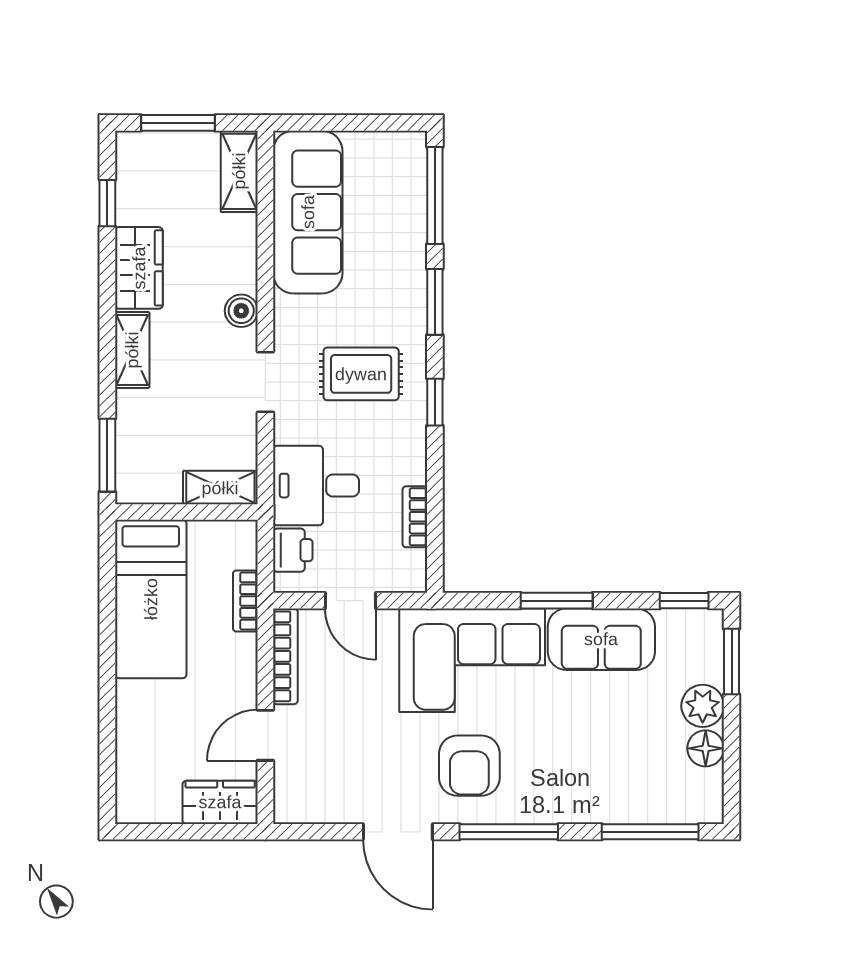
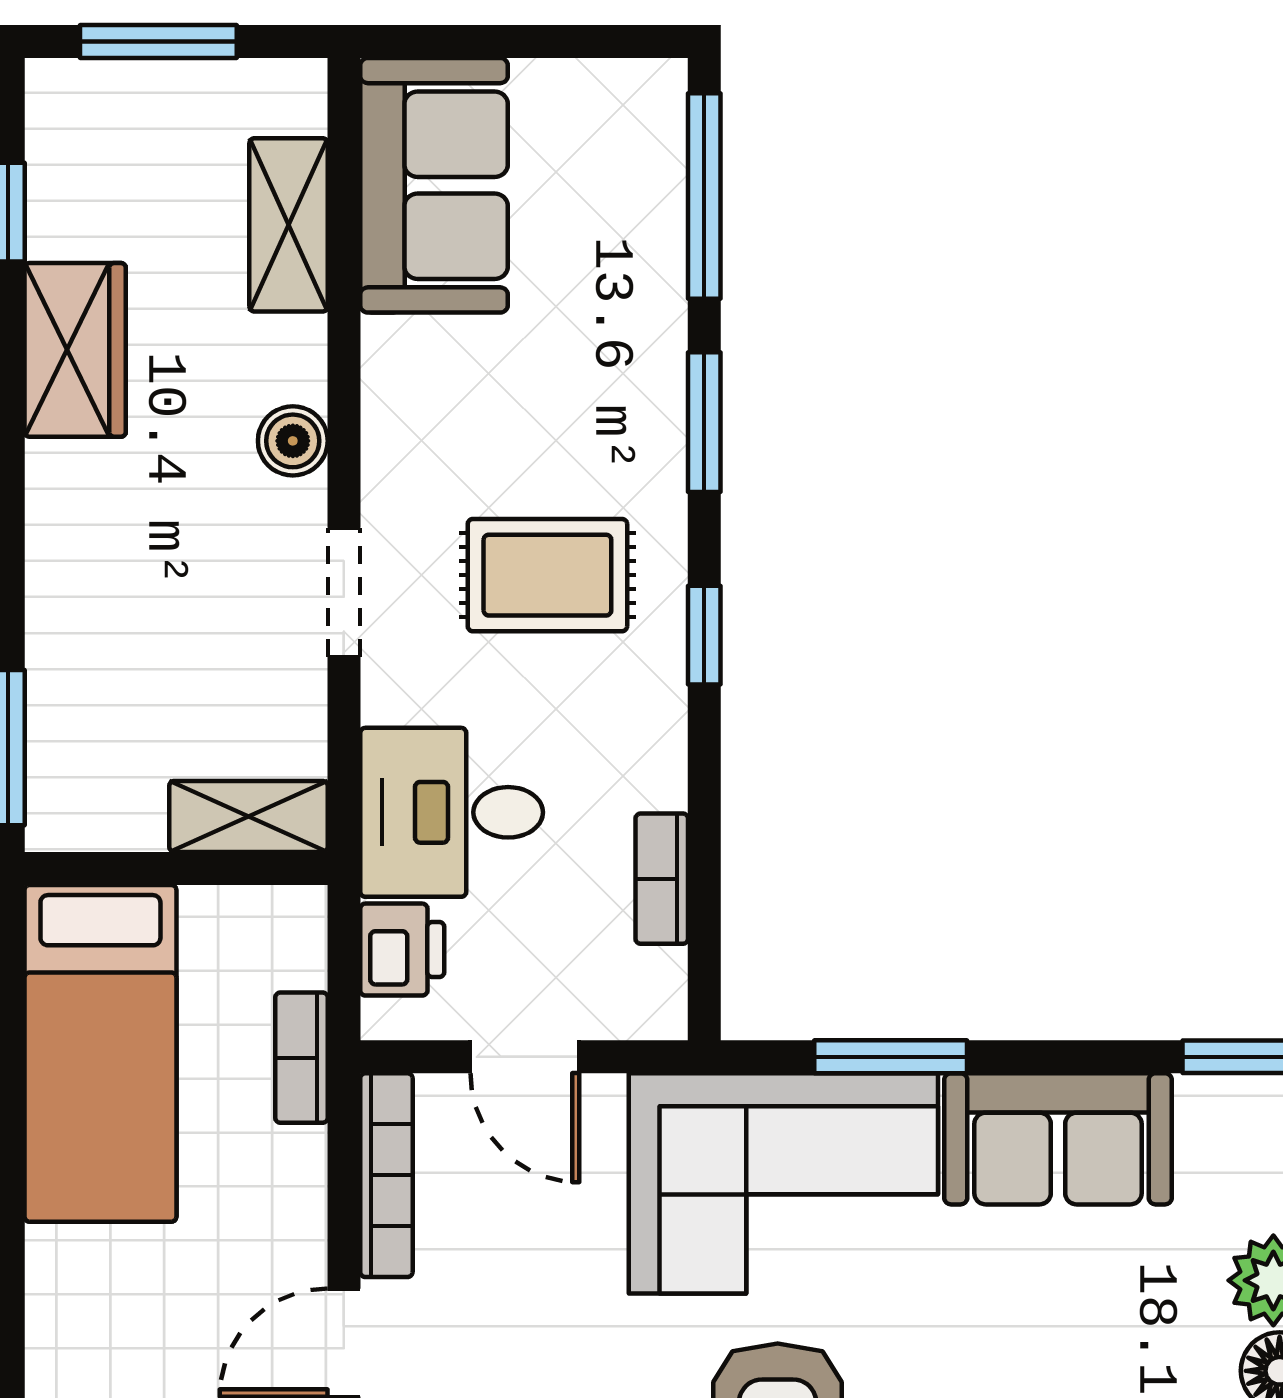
shelving: (239, 171) -> (289, 225), moved
sofa: (308, 212) -> (434, 185), width x0.73
shelving: (132, 350) -> (61, 524), removed
window: (557, 601) -> (891, 1057), moved

